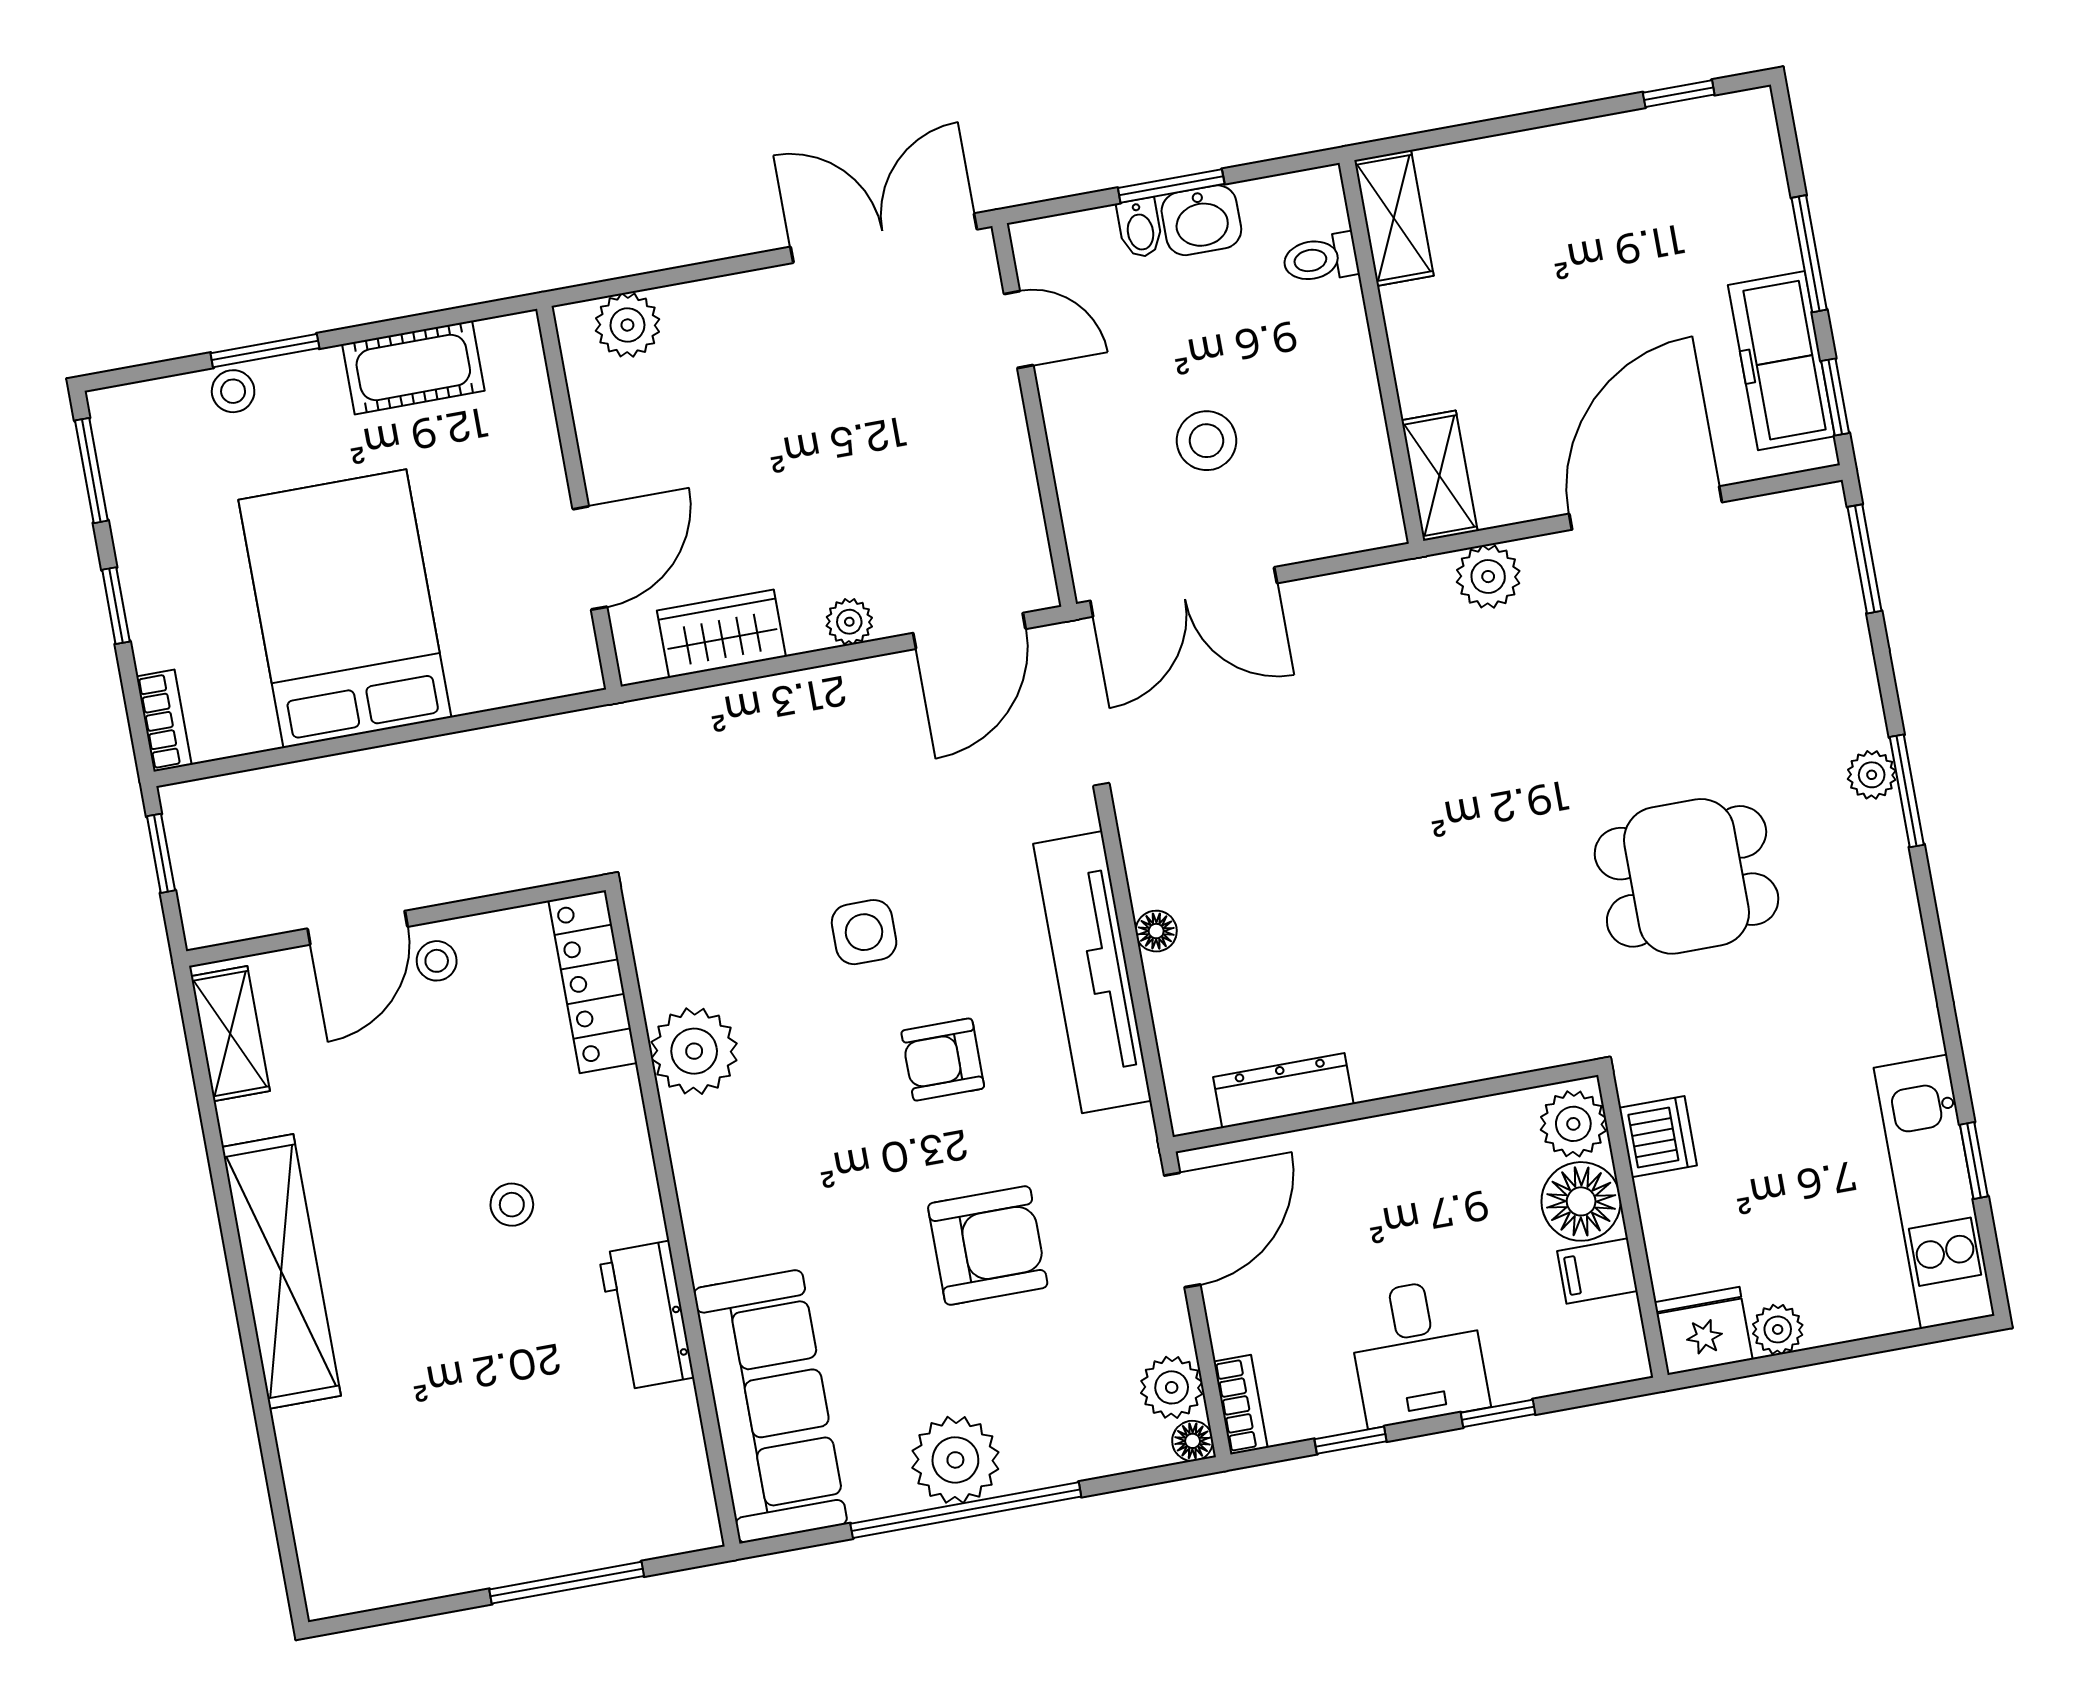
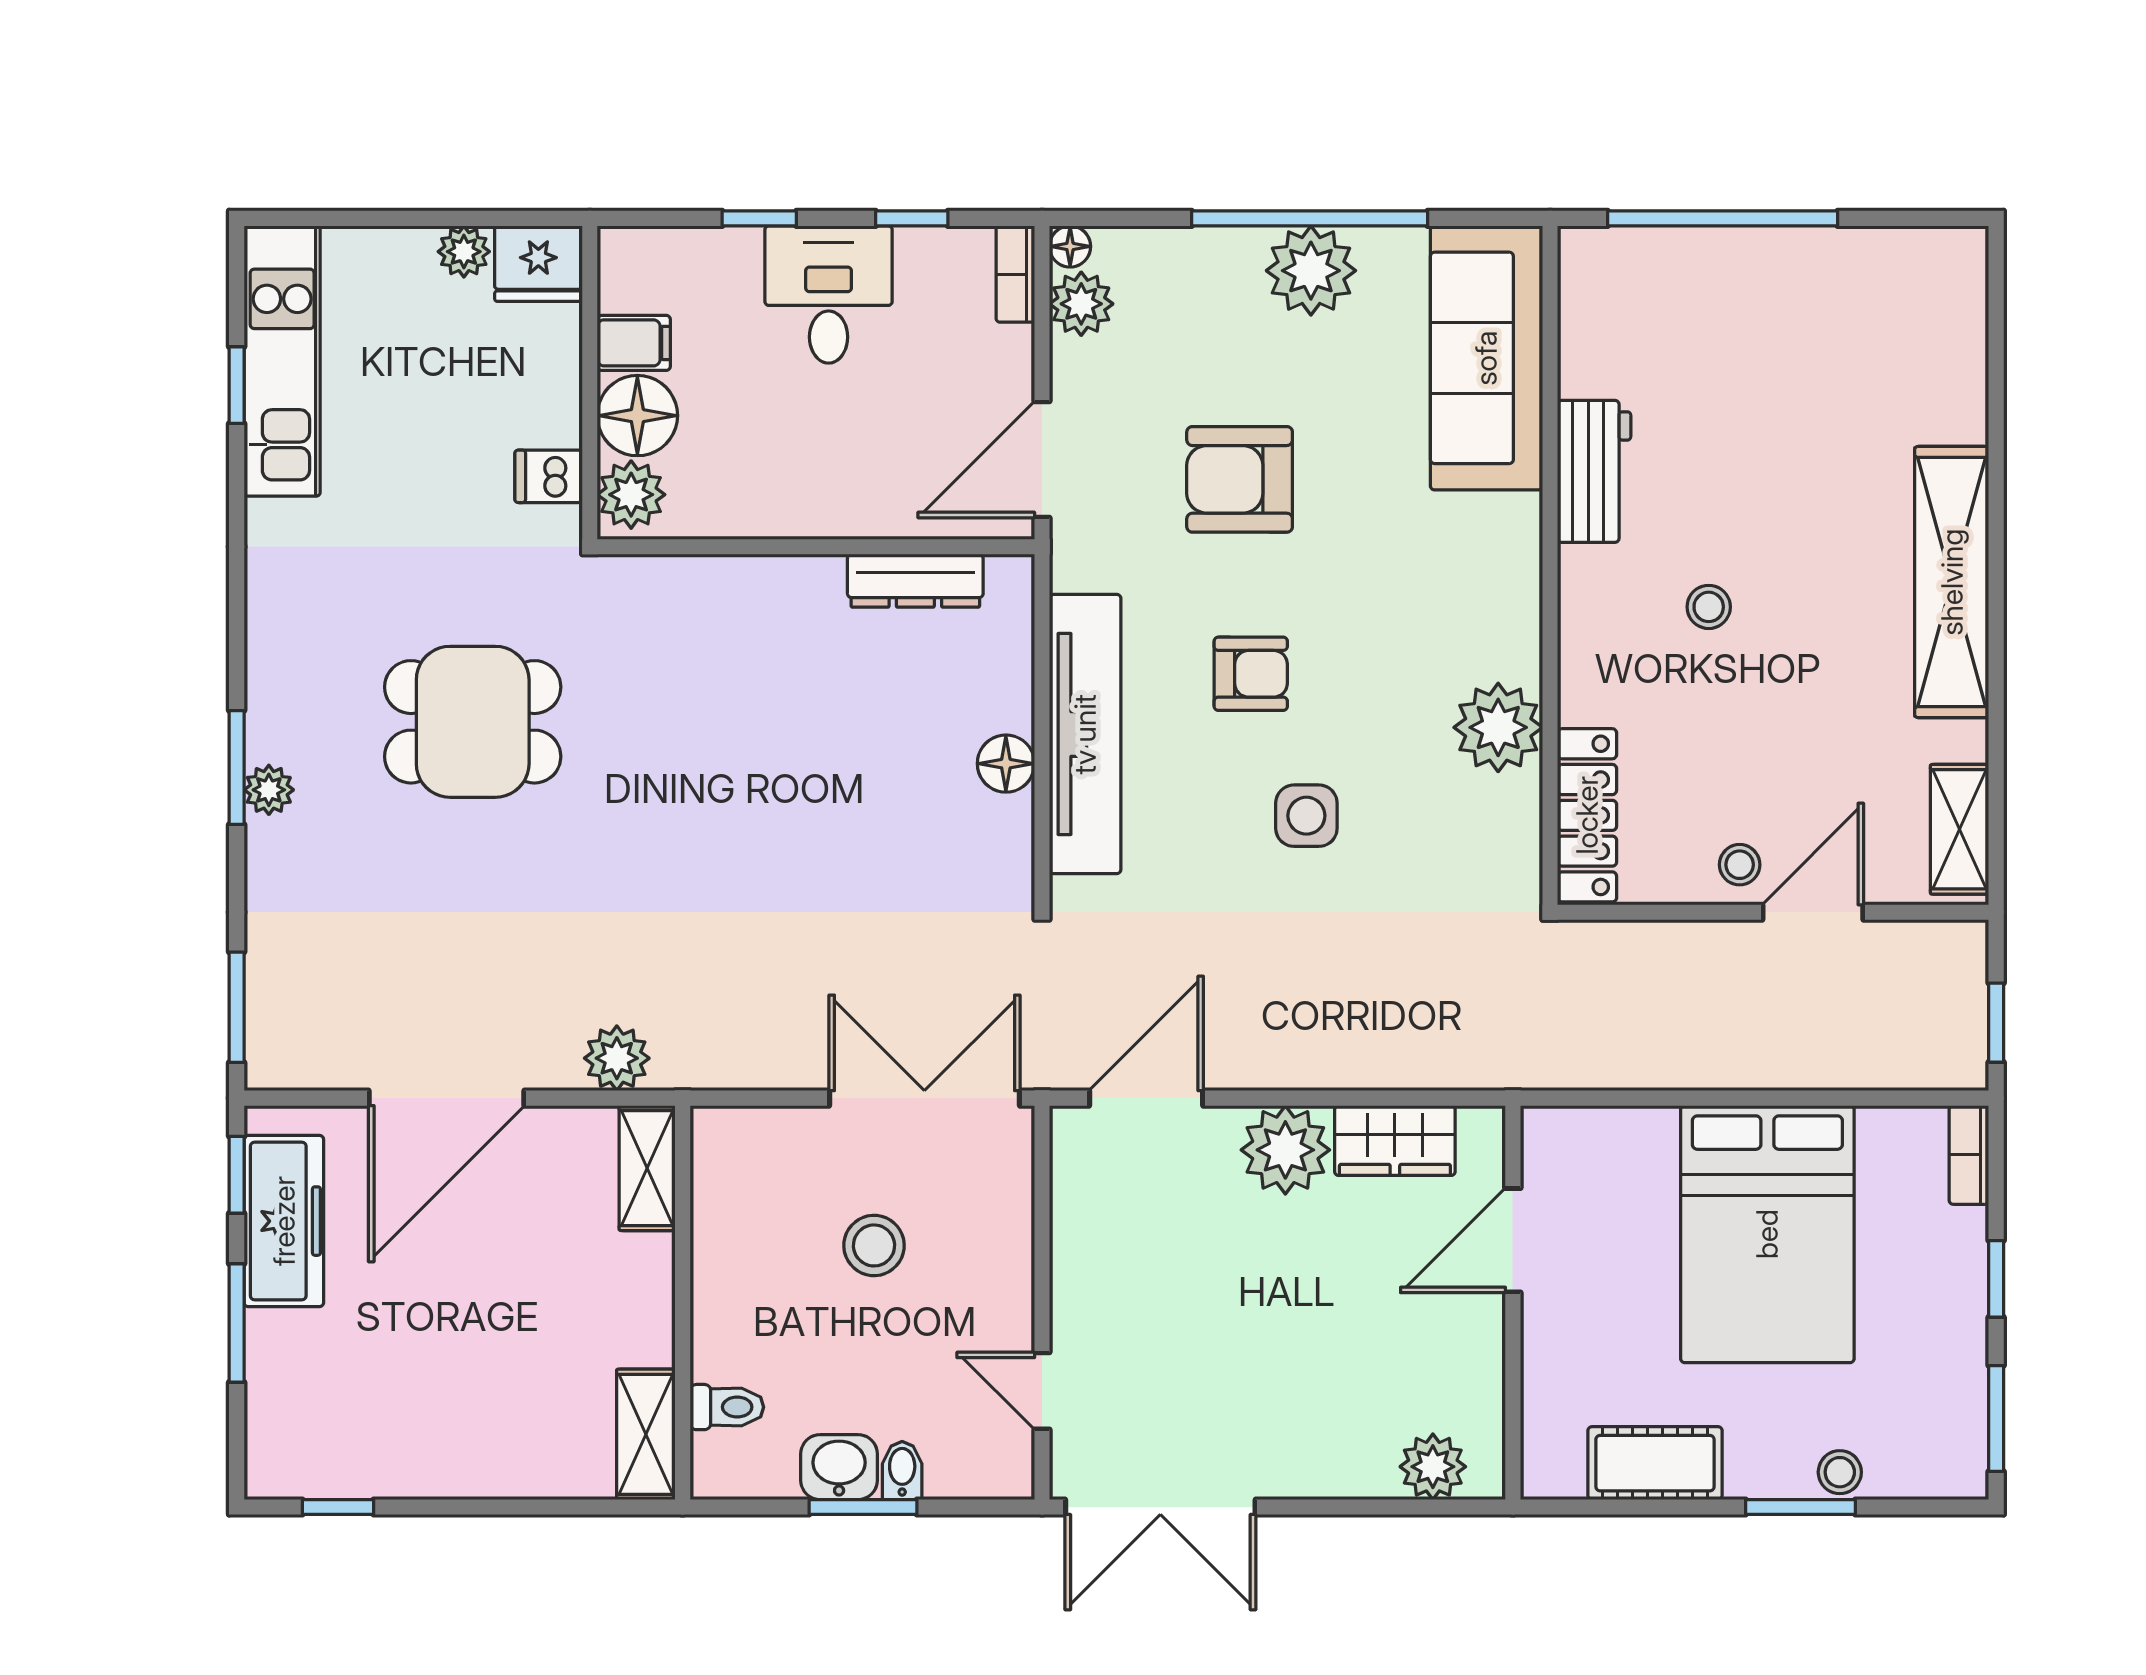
plant: (849, 622) -> (1285, 1150), width x1.88, depth x1.88
floor lamp: (1156, 931) -> (1006, 764), width x1.37, depth x1.37
dishwasher: (1658, 1137) -> (549, 476), width x0.73
window: (567, 1583) -> (1723, 218), width x1.46

